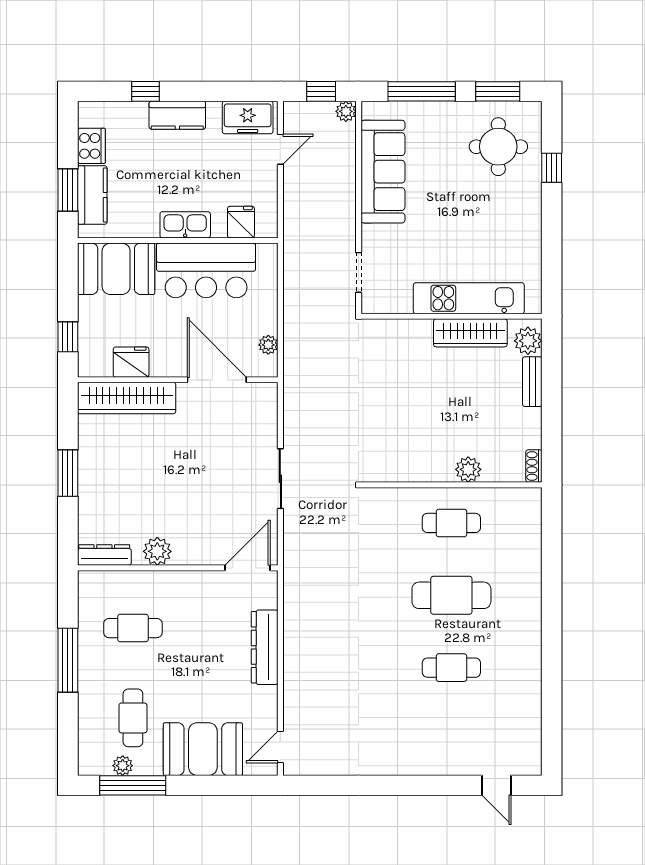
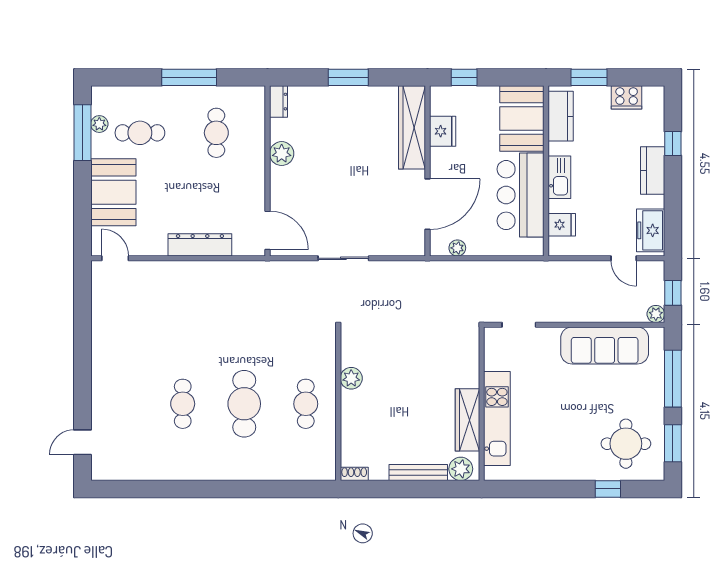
kitchen counter: (92, 195) -> (561, 116), moved, turned -90
bench: (532, 382) -> (418, 473), width x1.36
plant: (468, 469) -> (351, 378), moved
dresser: (104, 555) -> (278, 102), width x0.70

